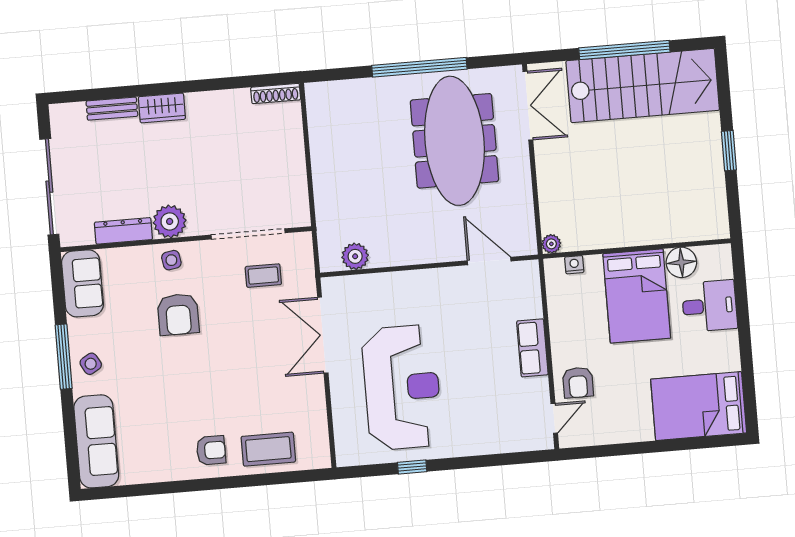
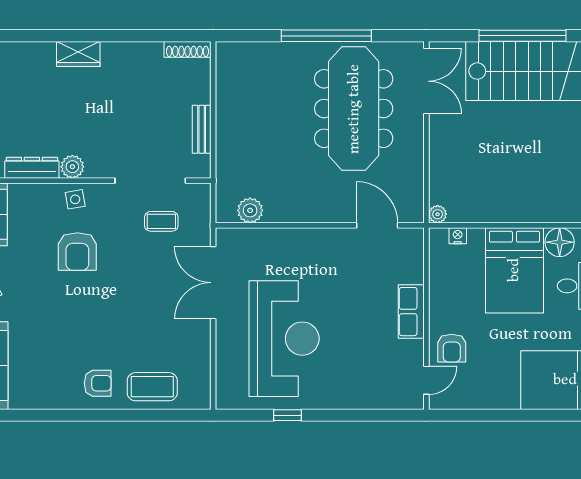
bench: (112, 109) -> (202, 129), moved, turned 90
plant: (170, 221) -> (72, 167), width x0.73, depth x0.73

